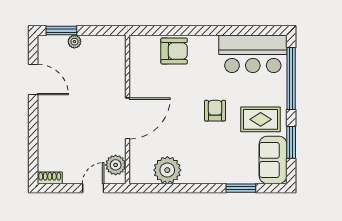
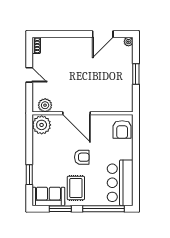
window: (61, 31) -> (136, 74), moved
plant: (74, 42) -> (128, 42), moved
wall: (127, 109) -> (83, 113), moved
door: (127, 118) -> (76, 113), moved
plant: (116, 165) -> (45, 105), moved

